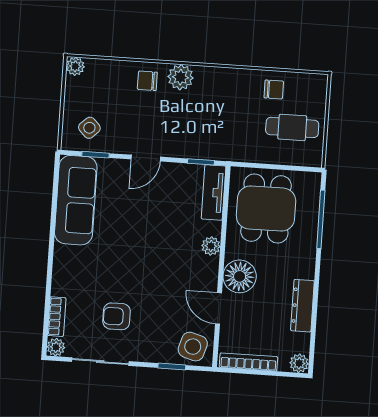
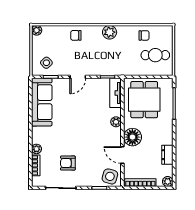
plant: (181, 77) -> (110, 32), moved
dresser: (302, 306) -> (167, 155), width x0.70
plant: (56, 347) -> (36, 149), moved

